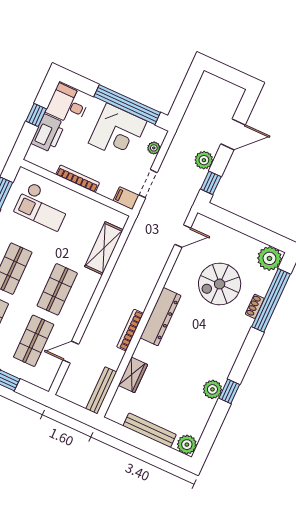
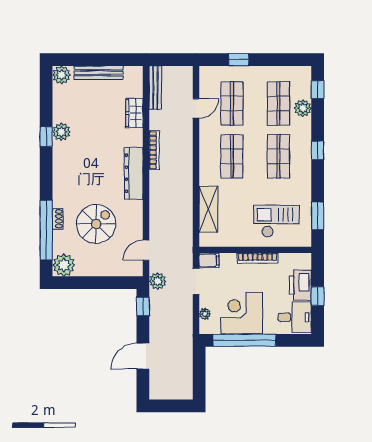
plant: (204, 160) -> (158, 281), moved

